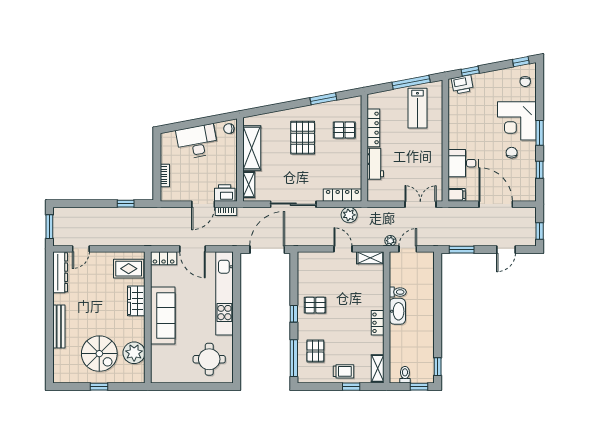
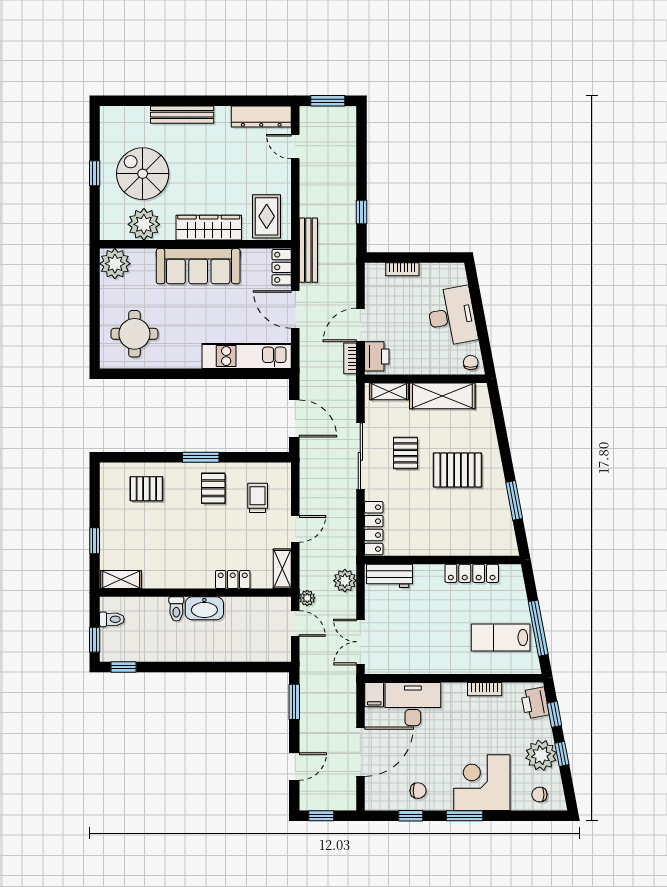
window: (521, 62) -> (562, 754), moved
plant: (498, 80) -> (541, 755), added
bookcase: (453, 119) -> (485, 689), added
pallet: (344, 130) -> (406, 453), moved
chair: (512, 153) -> (418, 791), moved
desk: (463, 163) -> (413, 704), width x1.37
workbench: (375, 164) -> (390, 576), moved
door: (203, 204) -> (360, 325), hinge flipped
double door: (420, 204) -> (360, 642), swing flipped
plant: (349, 215) -> (345, 581), moved
bench: (152, 240) -> (308, 250), added
door: (192, 249) -> (295, 310), hinge flipped
door: (267, 250) -> (294, 418), width x0.73
door: (506, 250) -> (294, 767), swing flipped
toilet: (398, 292) -> (176, 609), moved
kitchen unit: (224, 293) -> (247, 356), width x0.73
wardrobe: (136, 301) -> (209, 228), width x1.50
window: (294, 314) -> (201, 457), width x1.50
locker: (378, 323) -> (233, 579), moved
spiral stairs: (99, 354) -> (143, 174), turned 90
window: (294, 358) -> (136, 457), removed
trolley: (343, 371) -> (258, 498), moved, turned 180
plant: (161, 373) -> (115, 264), added

